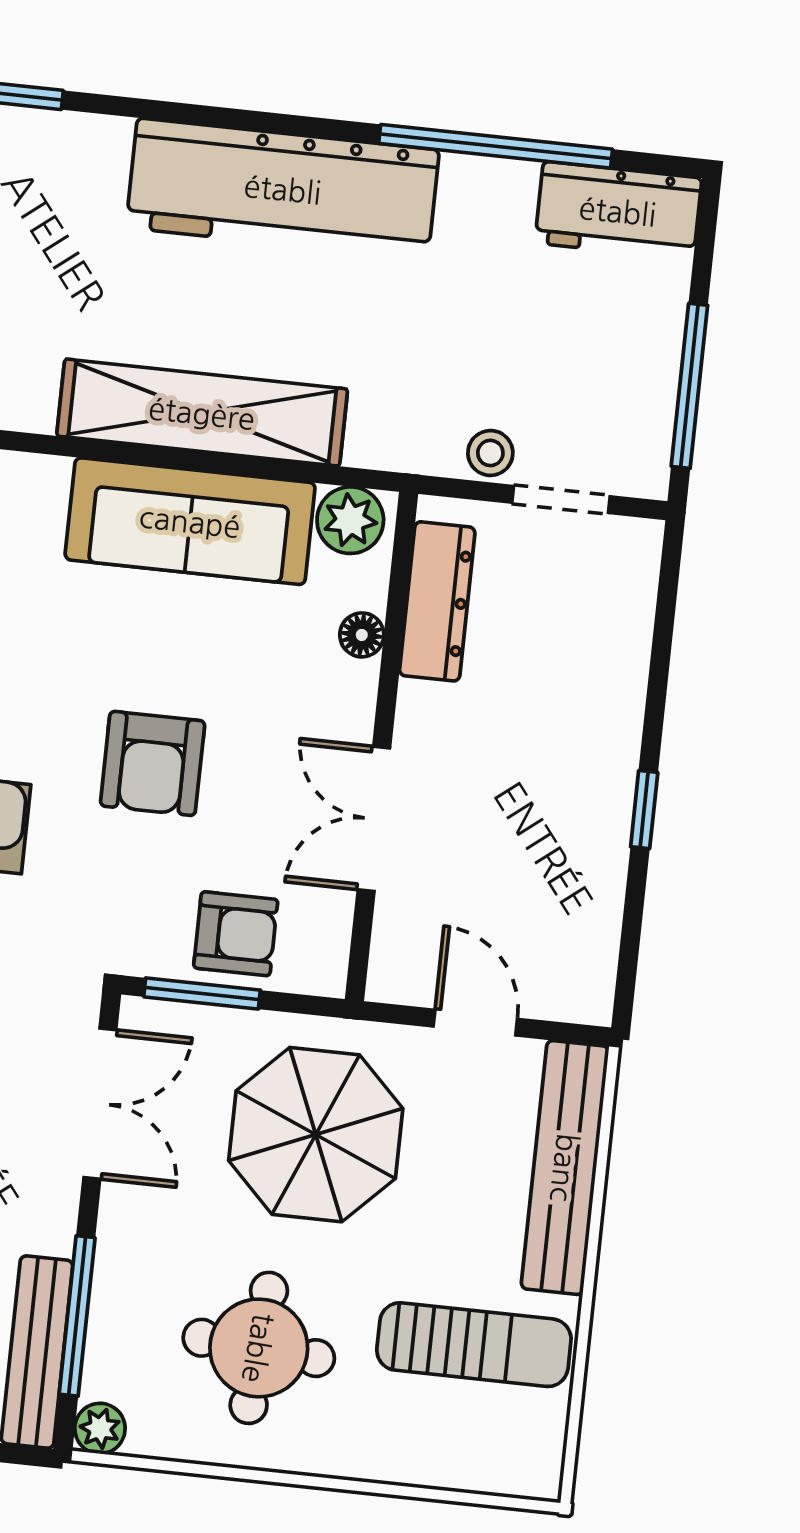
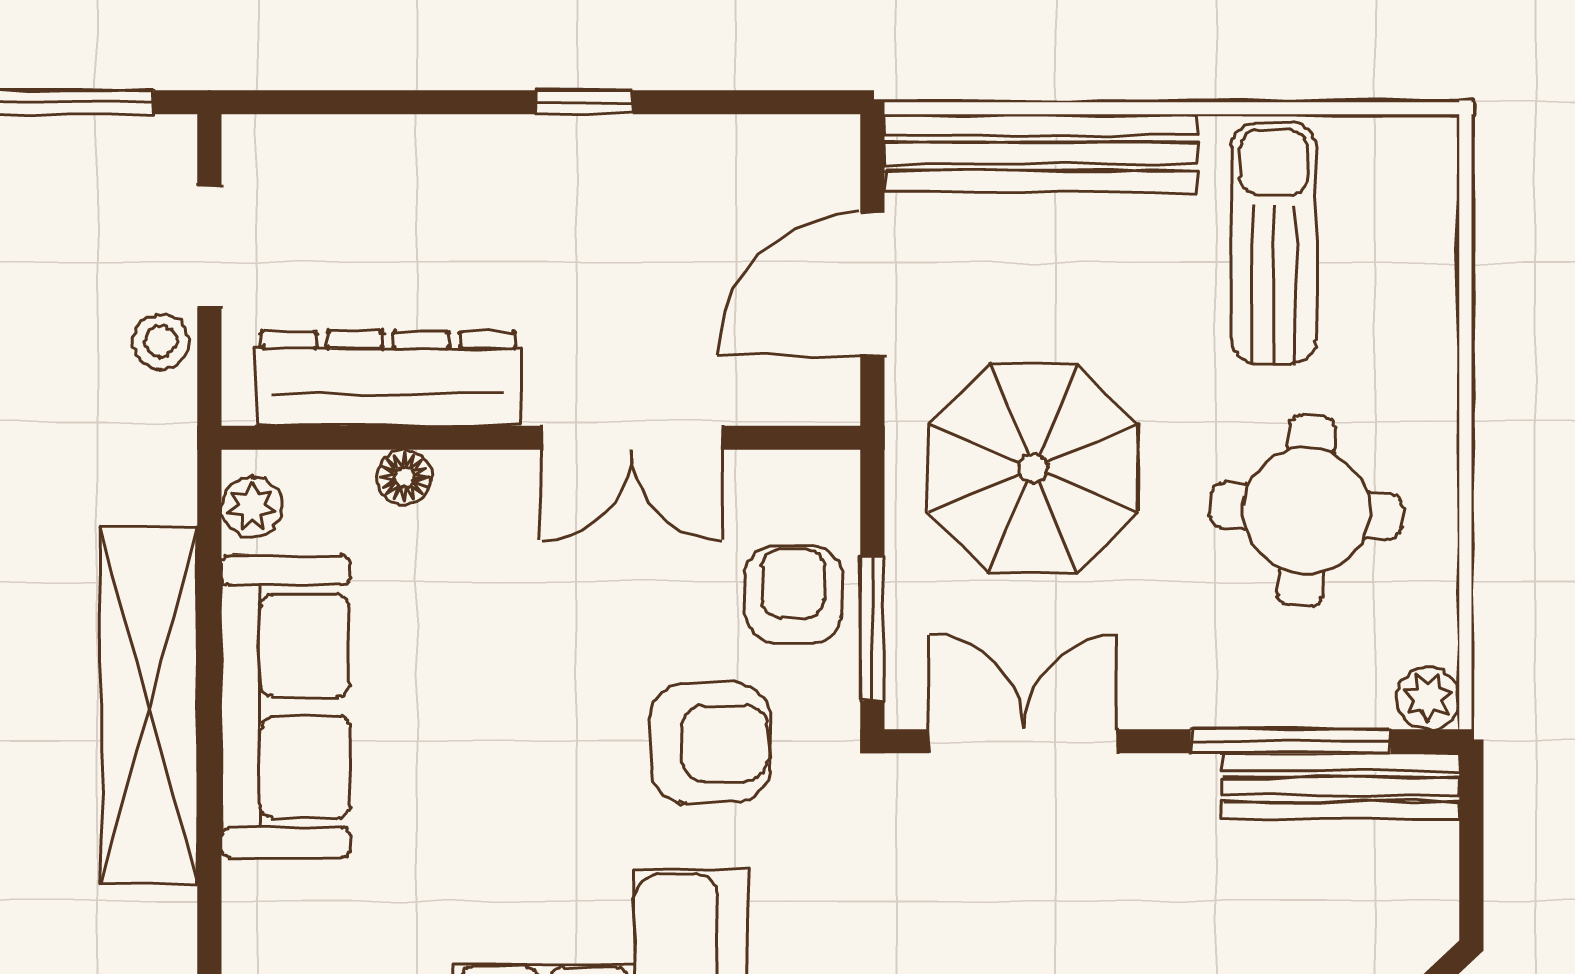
plant: (350, 520) -> (252, 507), width x0.73, depth x0.73
dresser: (437, 601) -> (388, 379), width x1.37, depth x1.24
armchair: (153, 763) -> (710, 743), moved
door: (475, 1023) -> (872, 284), width x1.38

